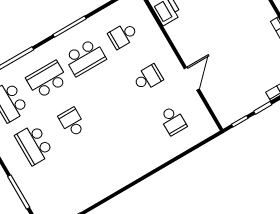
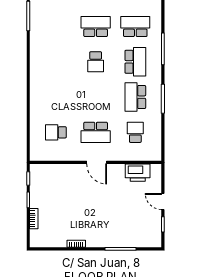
school desk: (148, 78) -> (96, 132), width x1.85
door: (192, 79) -> (97, 162), moved
school desk: (72, 122) -> (96, 62), turned 90

